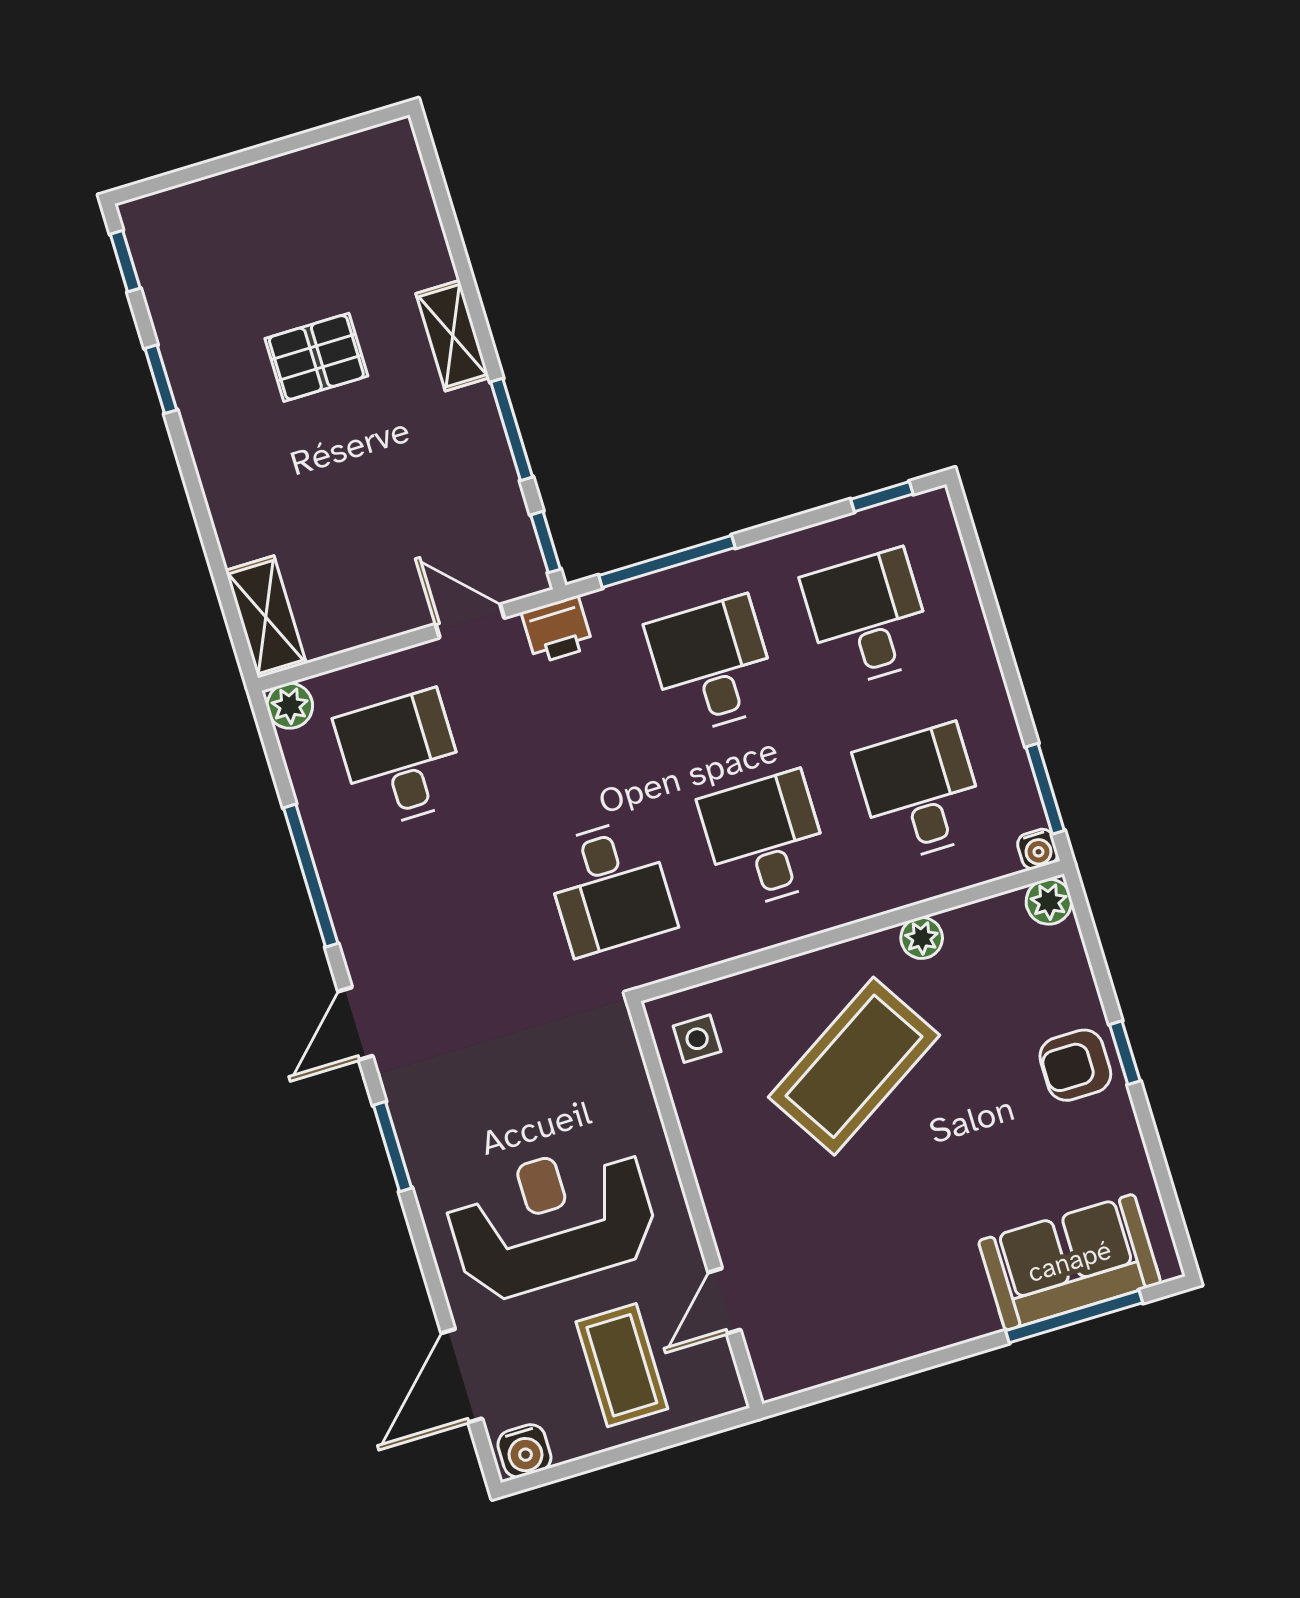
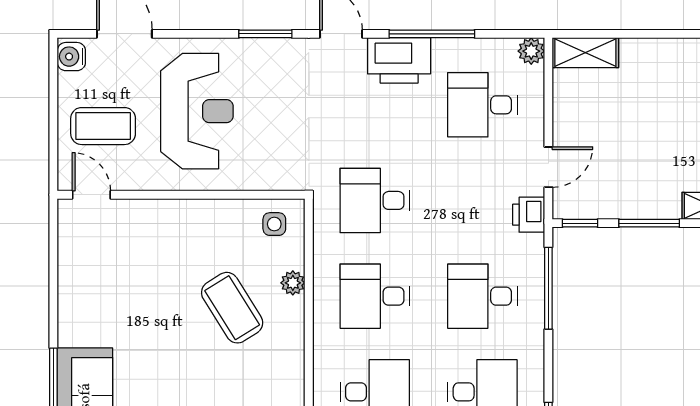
desk: (712, 665) -> (482, 296), turned 180
desk: (401, 759) -> (482, 105), turned 180
desk: (765, 840) -> (375, 296), turned 180
printer: (370, 916) -> (399, 60), added
plant: (922, 938) -> (293, 283), moved
coffee table: (854, 1066) -> (232, 308), width x0.73, depth x0.76
door: (724, 1301) -> (91, 195), moved

